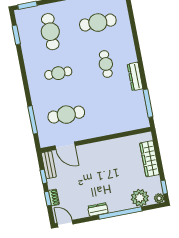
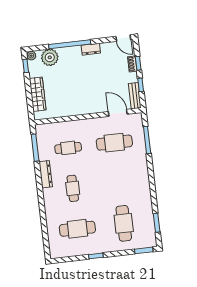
cafe table: (58, 73) -> (68, 148), moved

